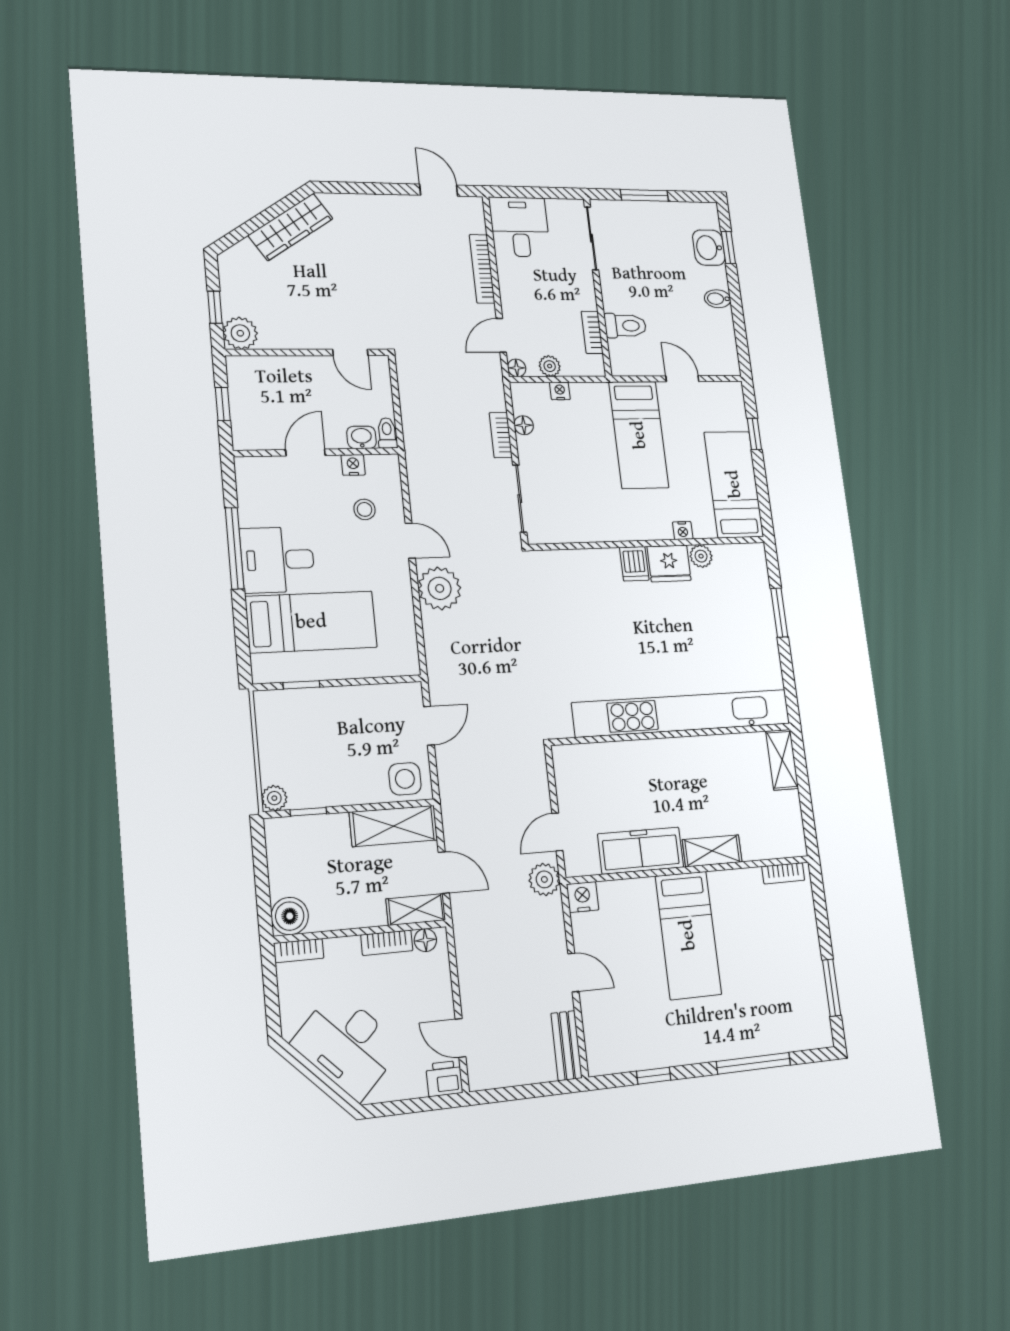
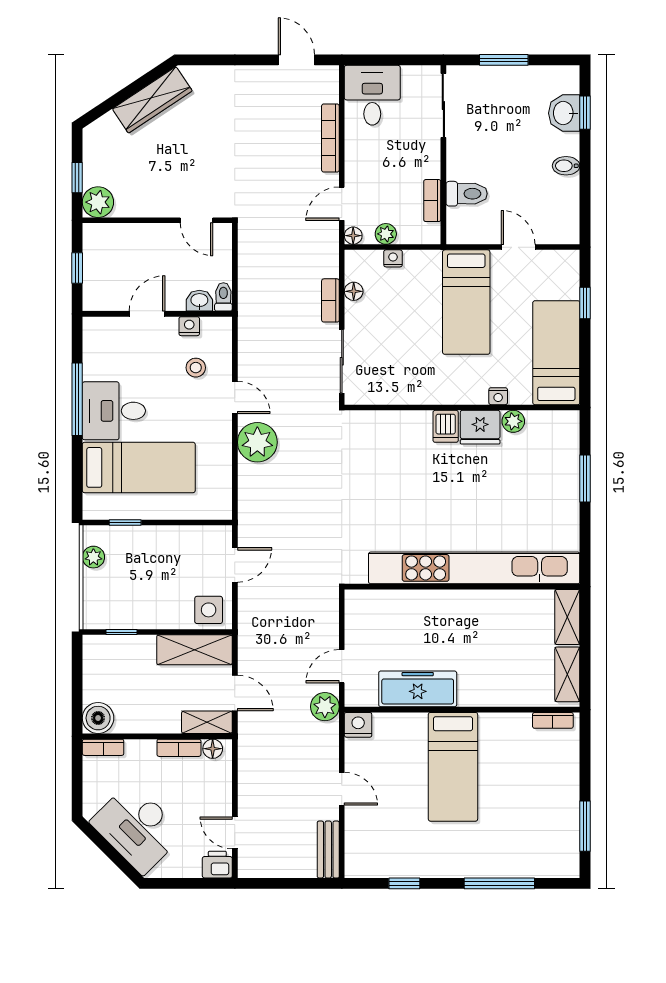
plant: (274, 798) -> (93, 557), moved
shelving: (712, 851) -> (567, 674), moved, turned 90

